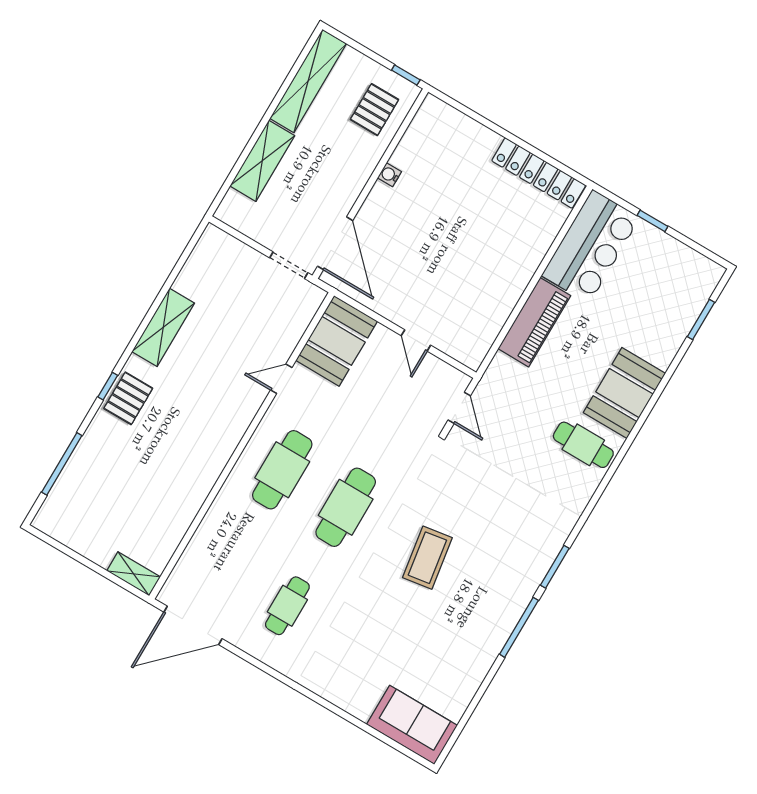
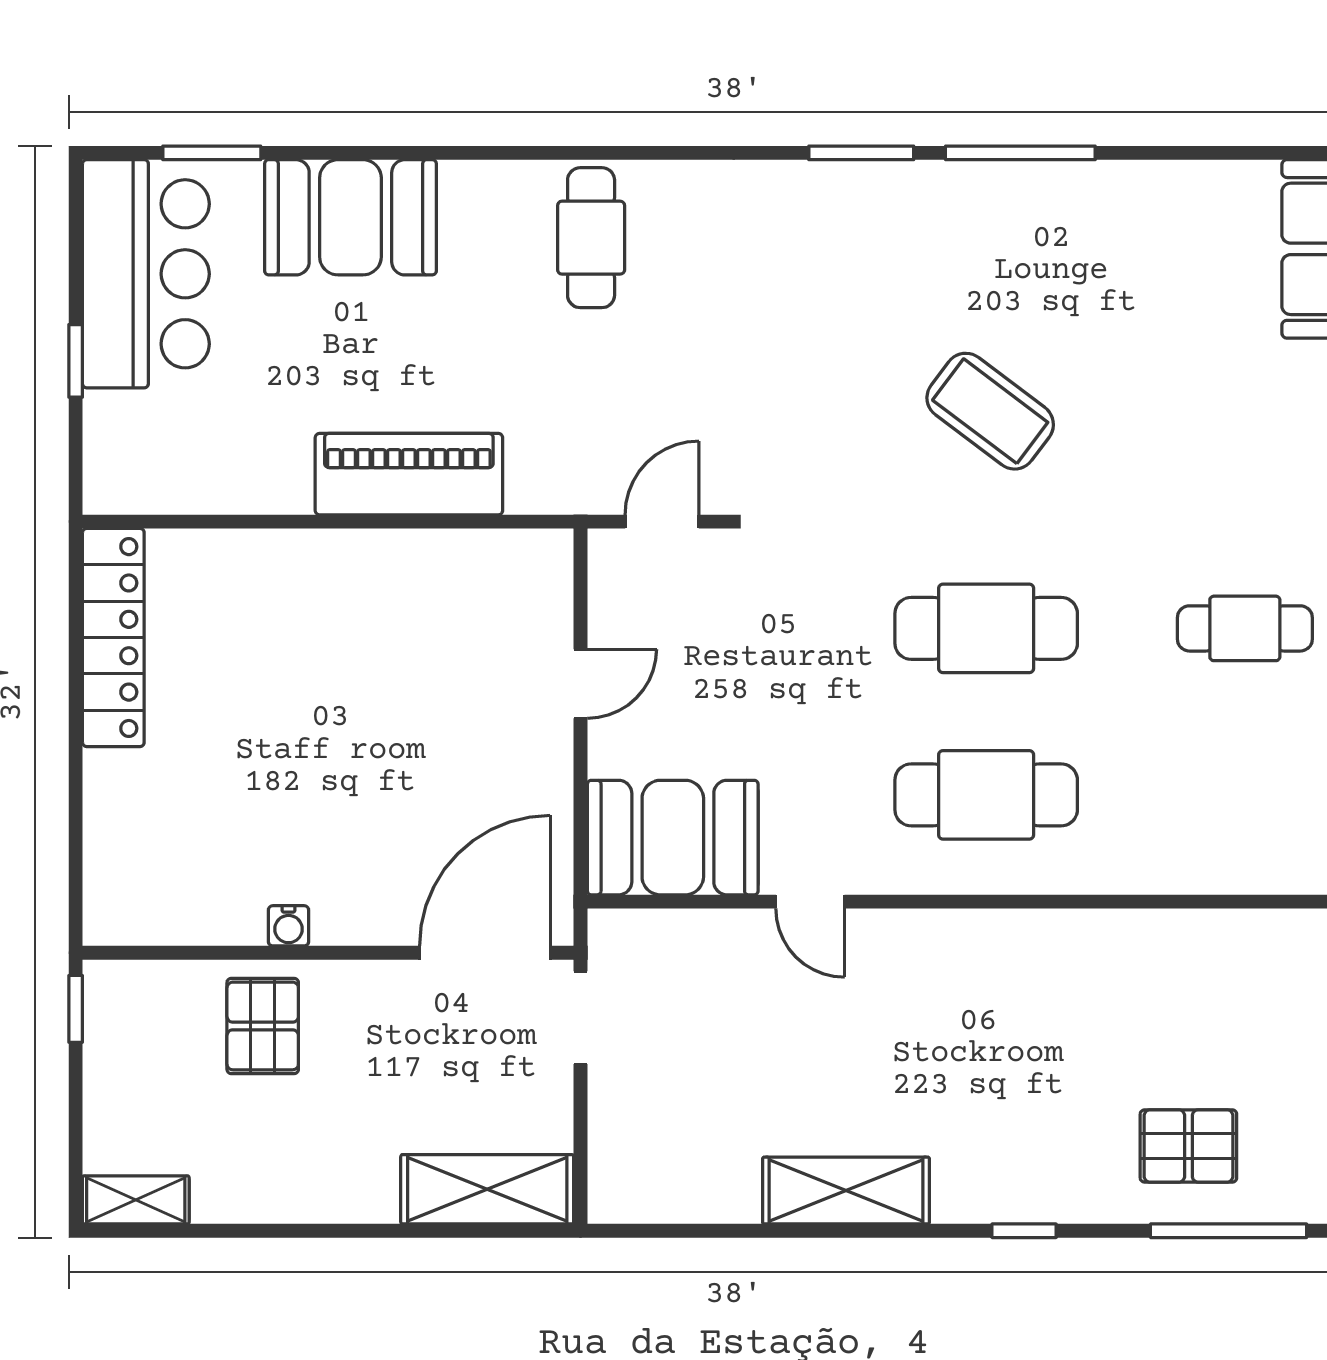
shelving: (308, 81) -> (136, 1200), width x0.45, depth x0.75
pallet: (374, 110) -> (263, 1026), moved, turned 90
shelving: (262, 161) -> (487, 1189), moved
bar counter: (591, 247) -> (146, 274), moved, turned 90
booth: (624, 393) -> (350, 217), moved
pallet: (128, 398) -> (1188, 1146), moved
coffee table: (427, 558) -> (990, 411), turned 46

